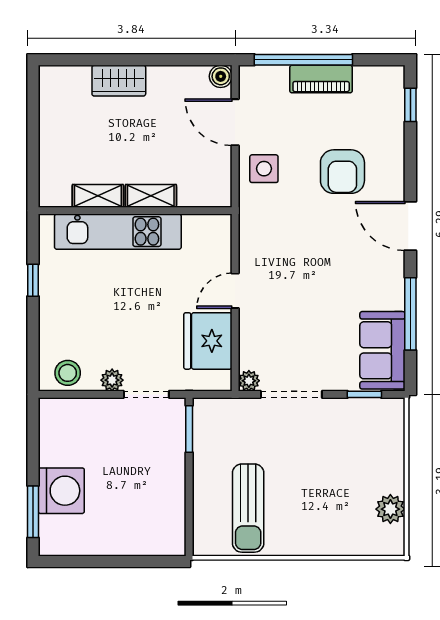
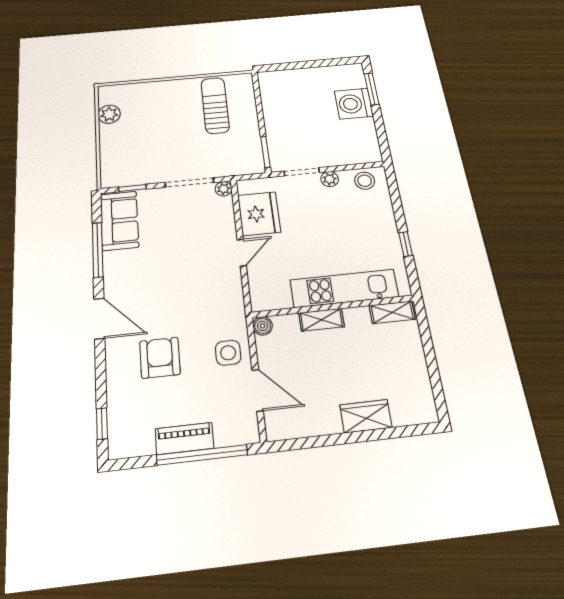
boiler: (221, 76) -> (263, 326), moved
shelving: (98, 196) -> (392, 312), moved

